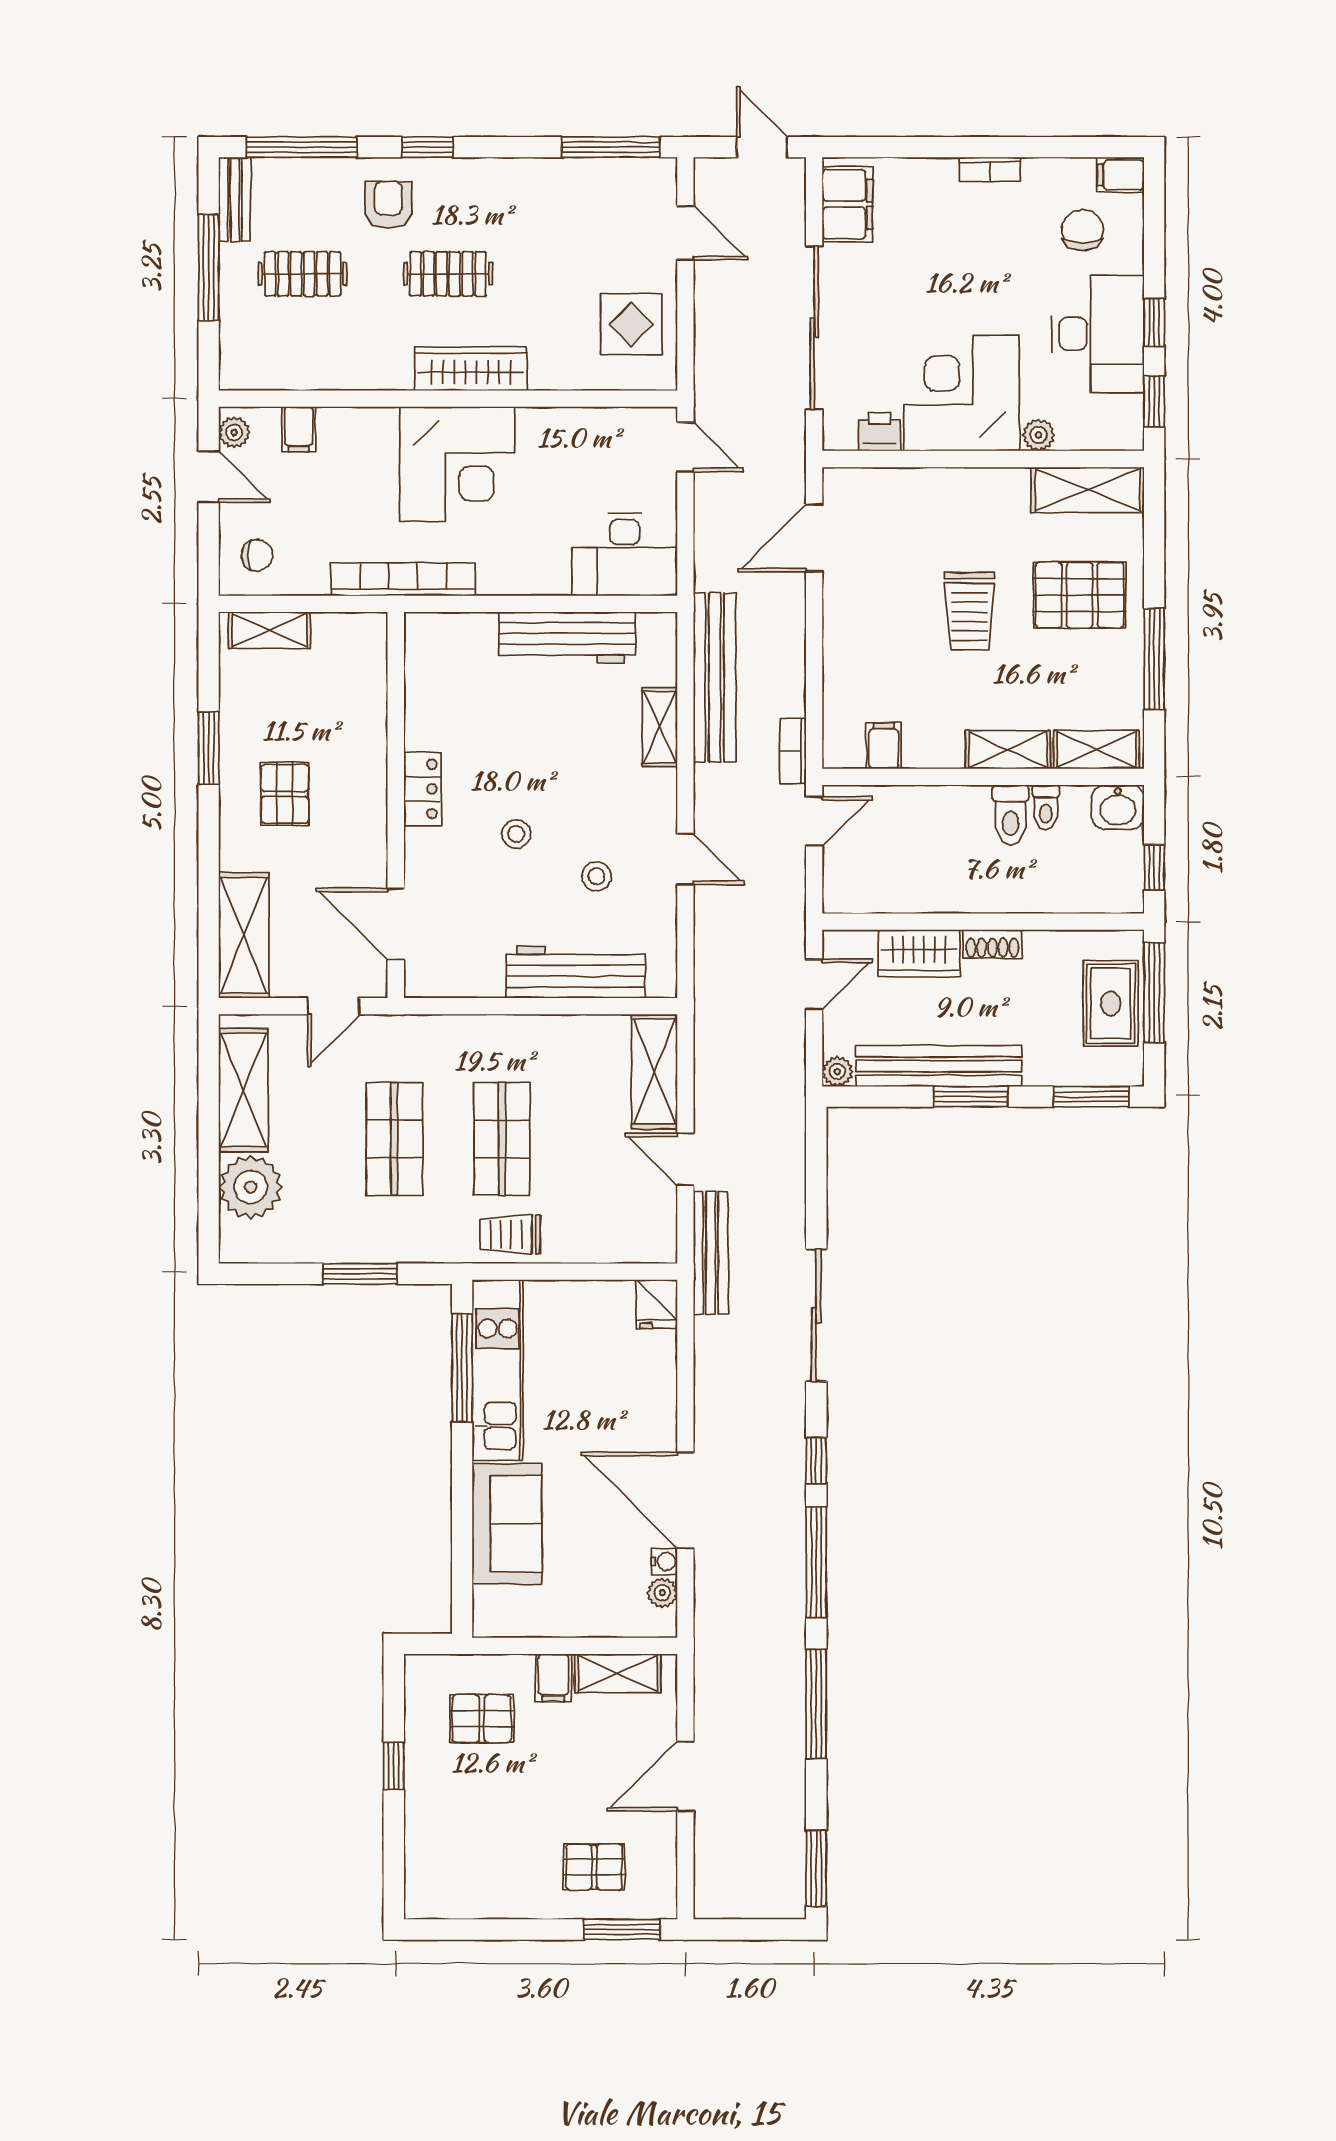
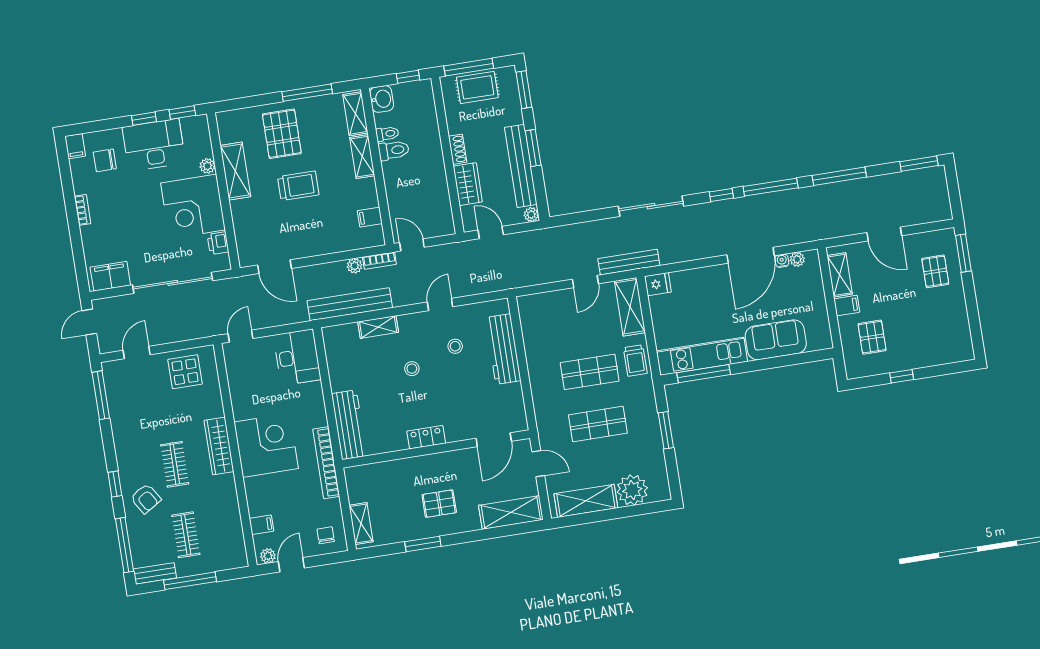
armchair: (388, 205) -> (146, 499), turned -122
shelving: (1088, 490) -> (235, 171), moved
workbench: (567, 638) -> (349, 425), moved
plant: (790, 699) -> (355, 266), added
stool: (516, 834) -> (412, 369), moved
shelving: (654, 1071) -> (630, 307), moved, turned 90

